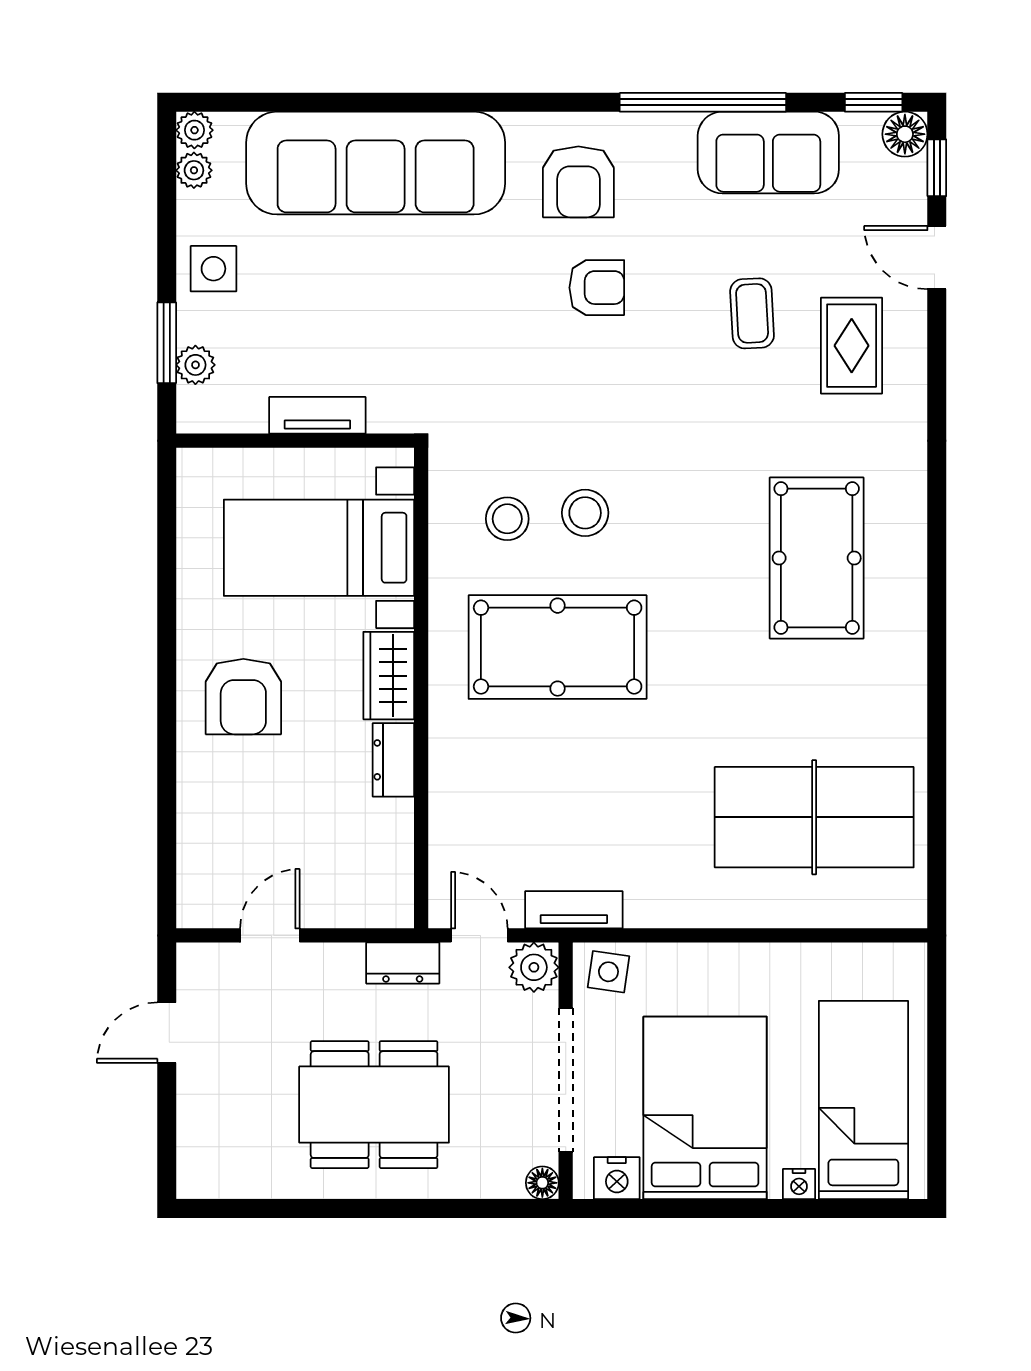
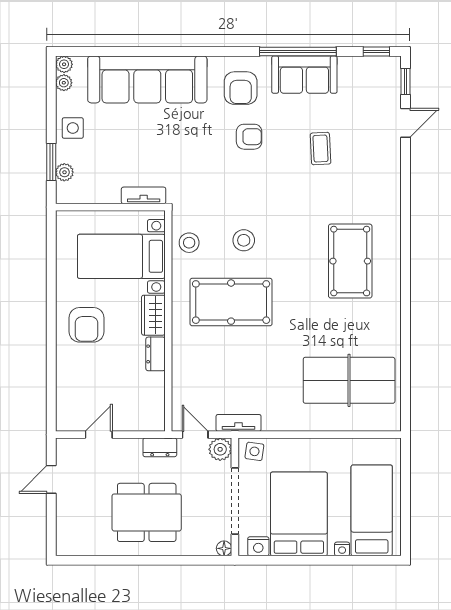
floor lamp: (905, 134) -> (391, 66), removed
sofa: (768, 153) -> (304, 75), moved
door: (937, 258) -> (405, 123), swing flipped
rug: (852, 346) -> (366, 163), removed
tv unit: (317, 415) -> (144, 195), moved
stool: (507, 519) -> (189, 243), moved

